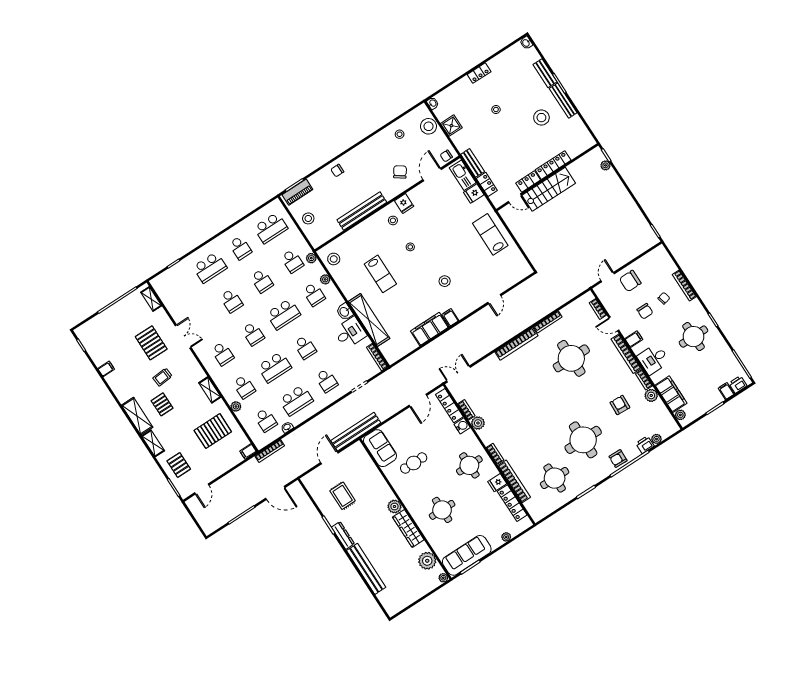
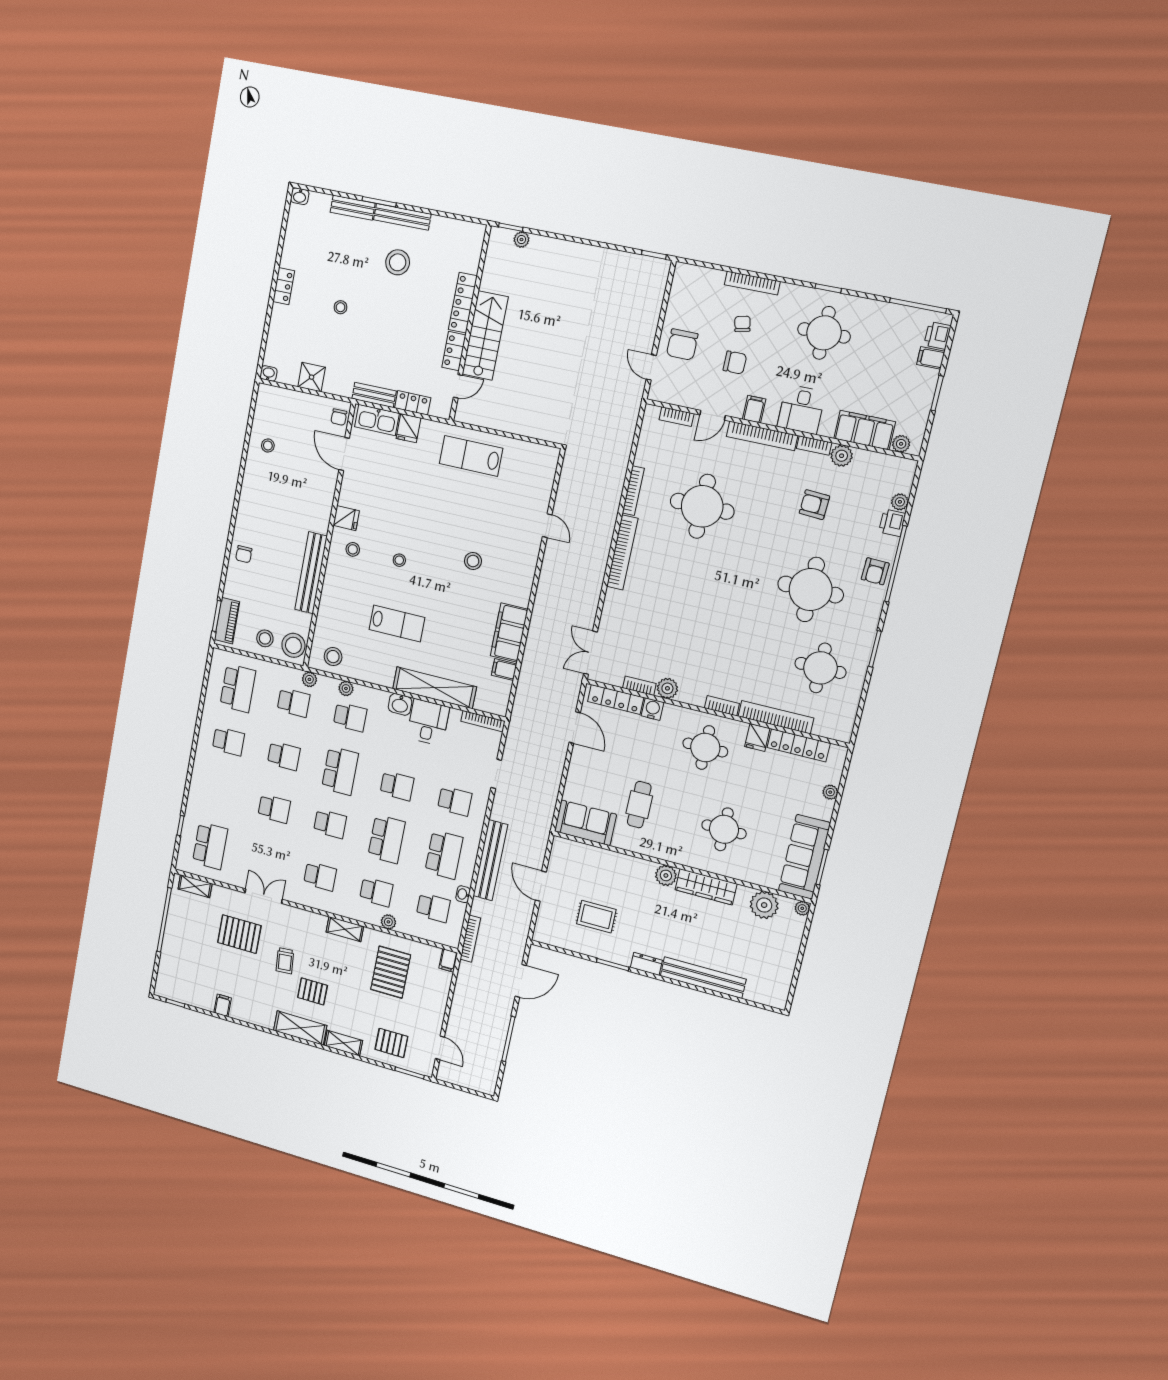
stool: (429, 126) -> (293, 645), moved
chair: (400, 172) -> (308, 487), removed
school desk: (210, 267) -> (210, 846), moved
filing cabinet: (450, 317) -> (504, 670), moved
bench: (356, 432) -> (490, 860), moved
dresser: (343, 535) -> (646, 964), width x0.70

